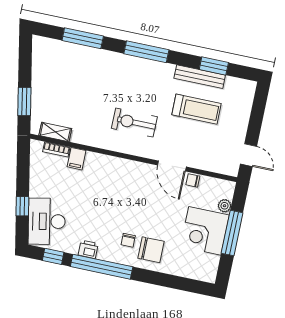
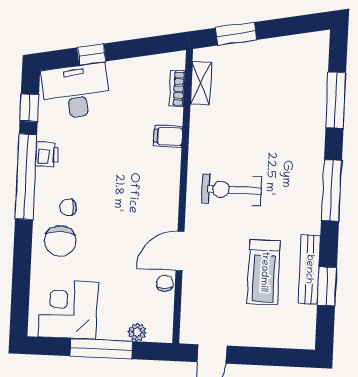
exercise bike: (134, 123) -> (232, 190), turned -90
filing cabinet: (77, 159) -> (168, 136), moved
corner desk: (205, 231) -> (68, 309), moved

